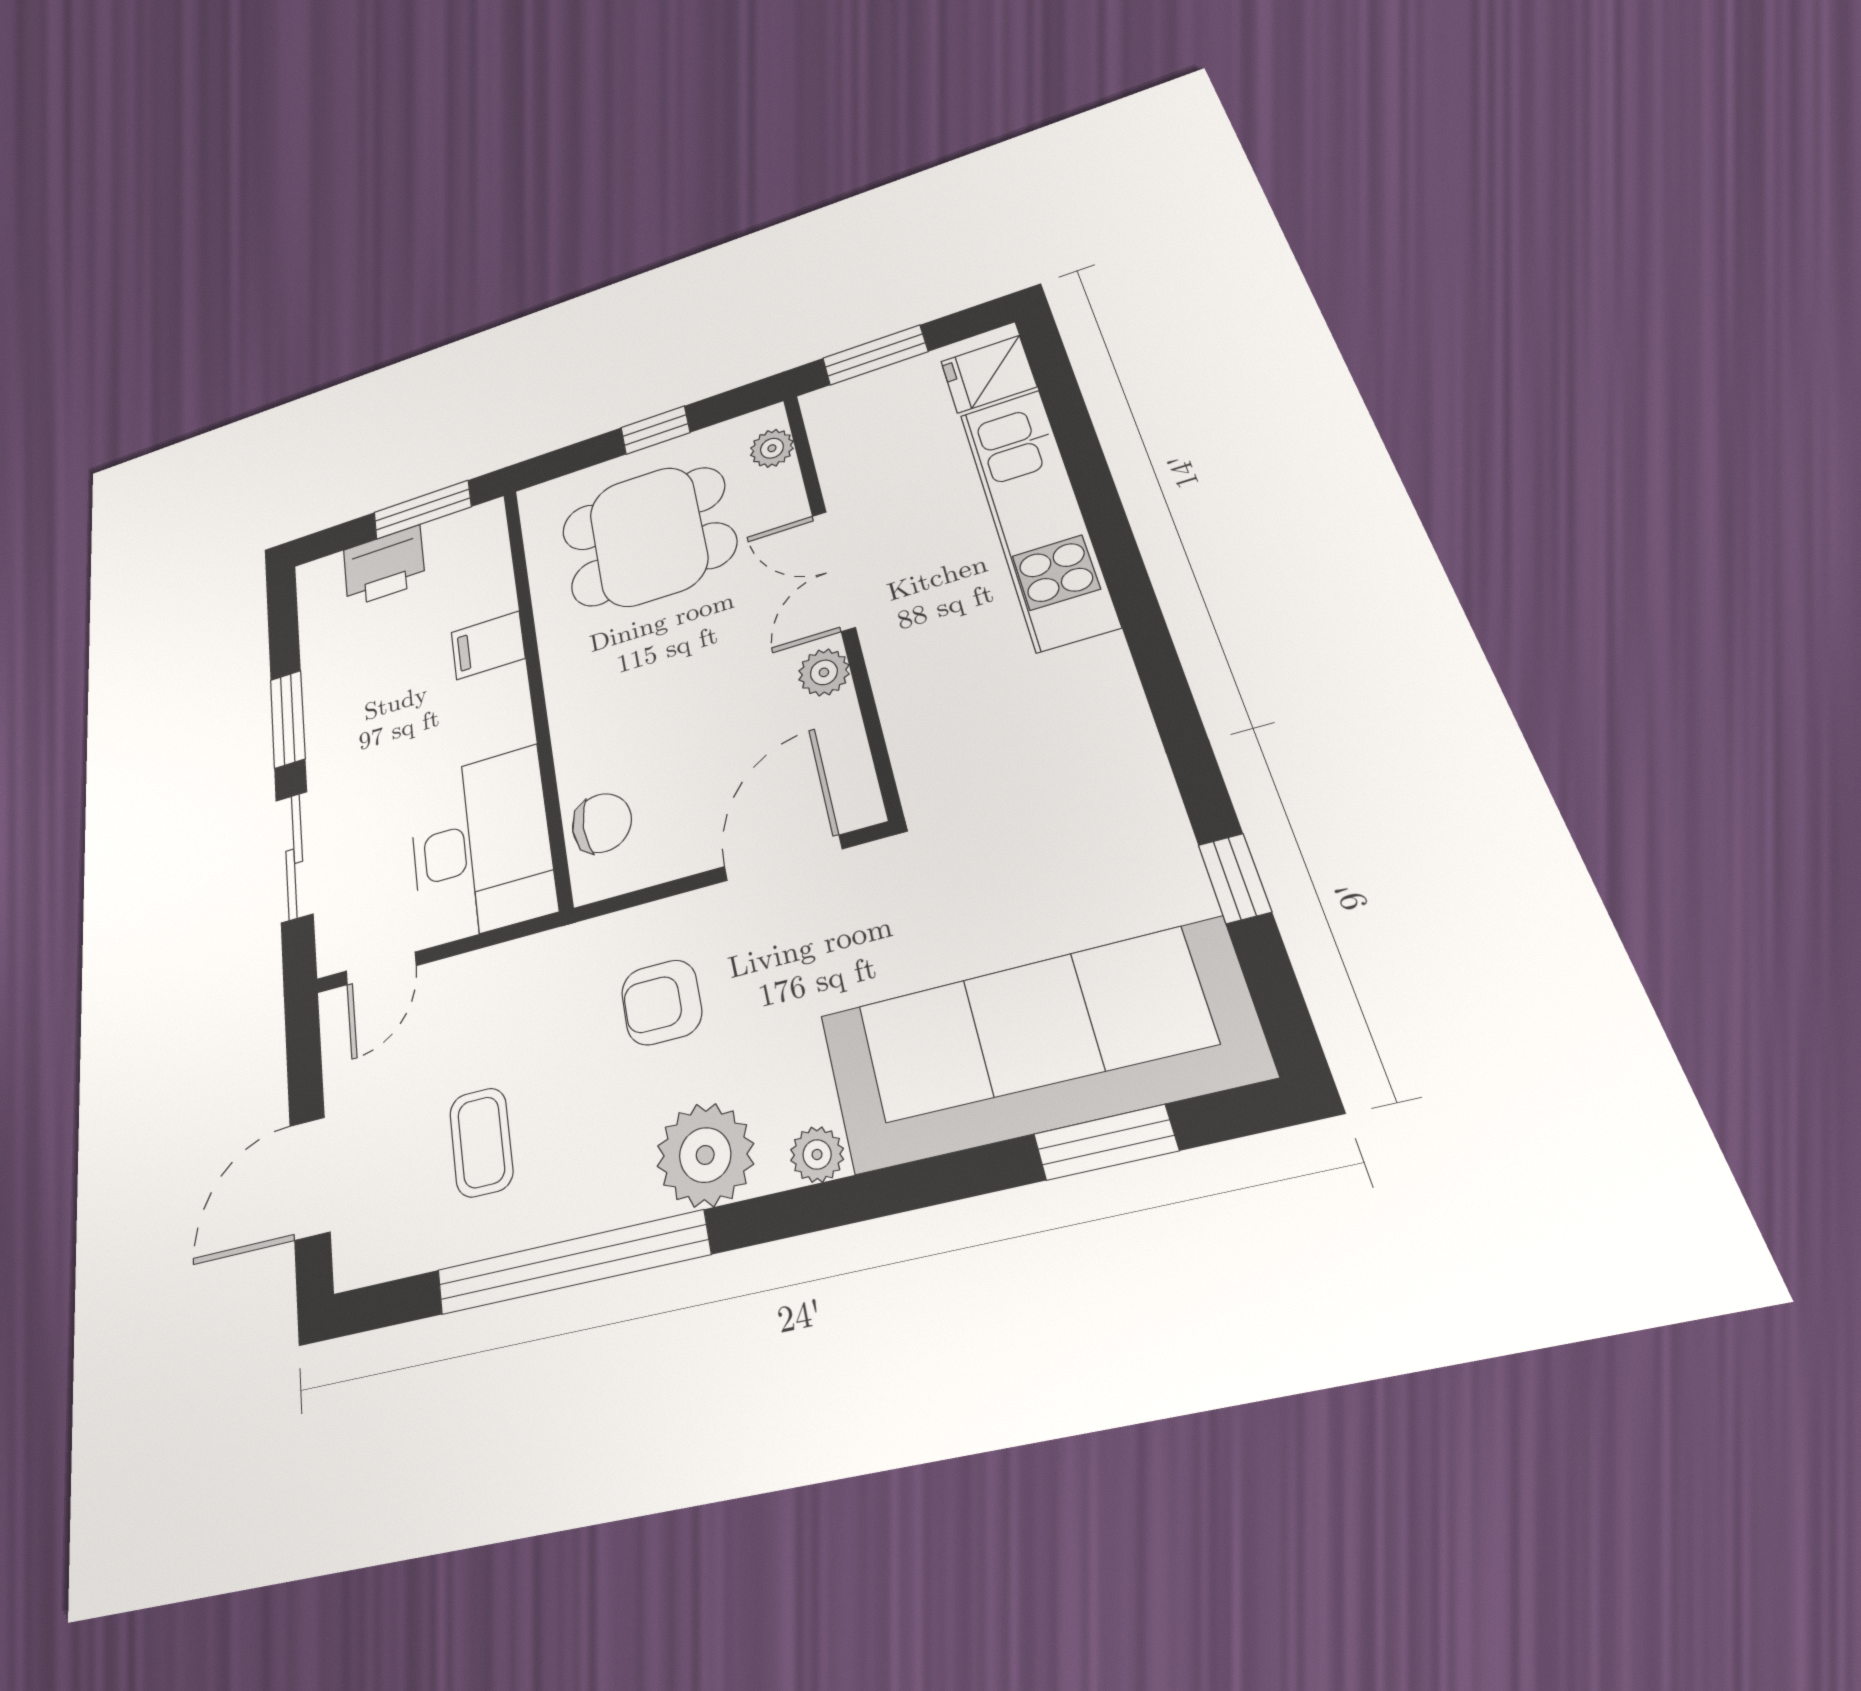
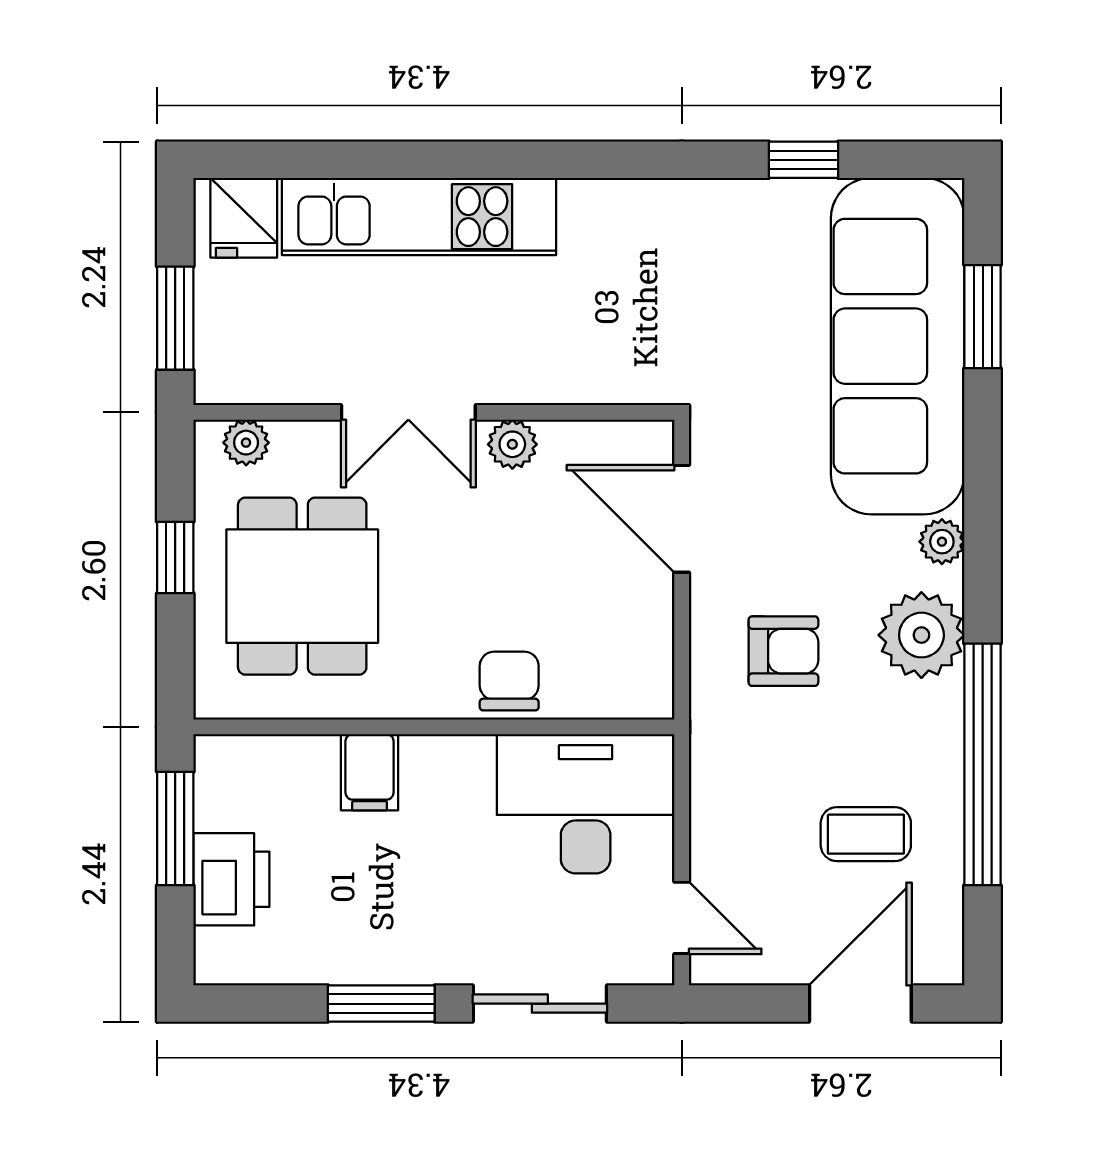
chair: (602, 823) -> (509, 681), moved
armchair: (662, 1002) -> (783, 651), turned -90
door: (310, 1178) -> (860, 1004), swing flipped

